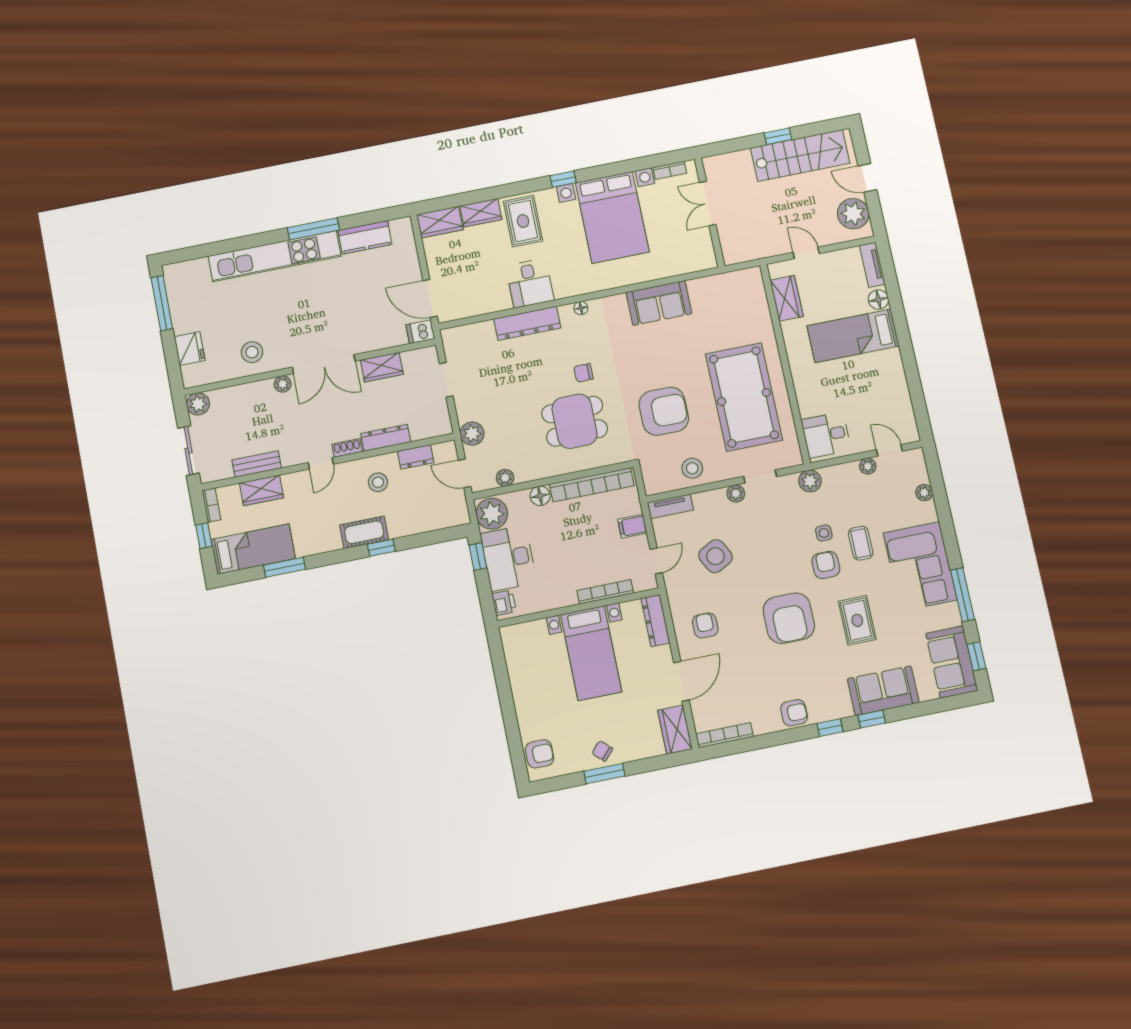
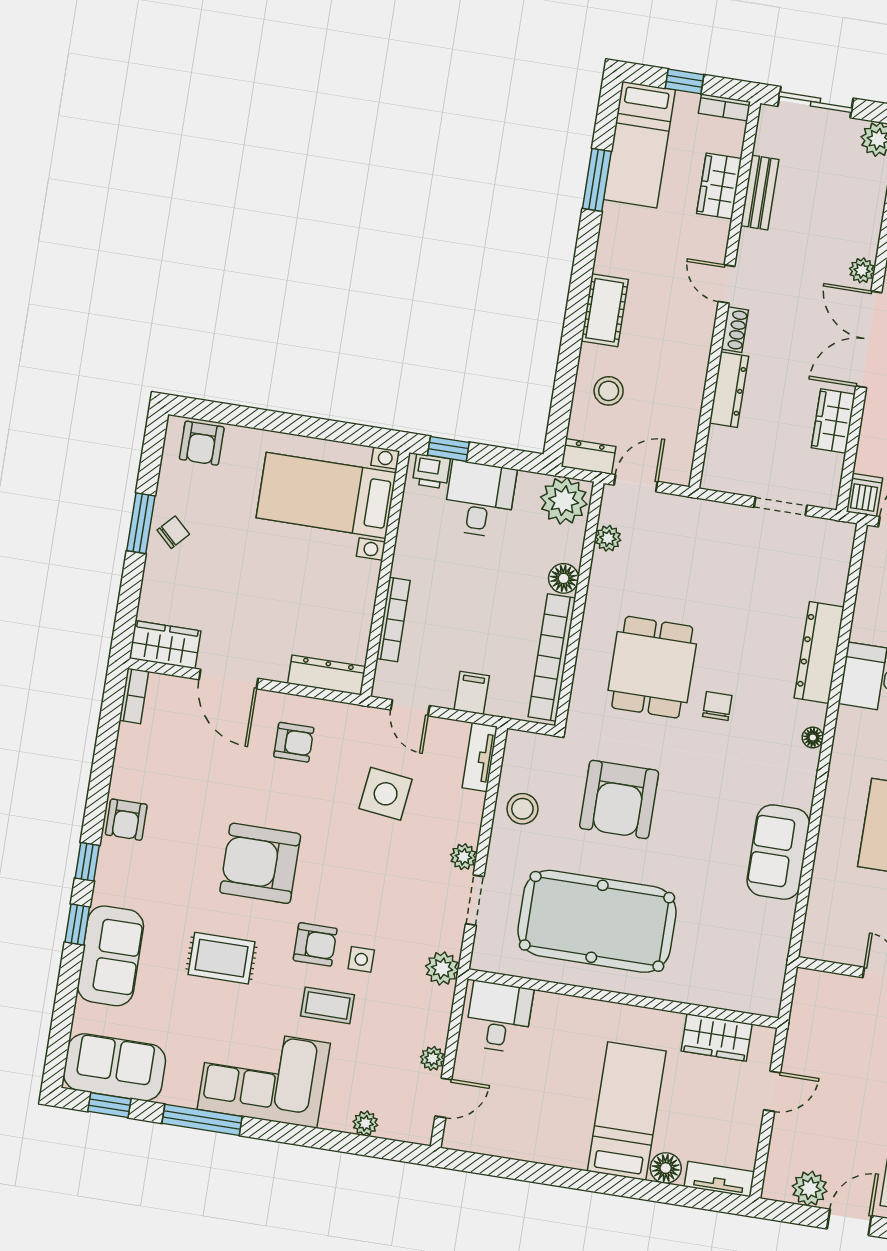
plant: (853, 214) -> (810, 1189), width x0.73, depth x0.73
plant: (472, 434) -> (689, 515), removed
dresser: (416, 457) -> (588, 457), moved, turned 90
stool: (378, 482) -> (609, 391), moved
window: (381, 548) -> (574, 327), removed
window: (478, 556) -> (448, 449), moved
side table: (715, 556) -> (386, 794), turned 35
desk: (509, 558) -> (480, 499), width x0.73
bed with nightstands: (591, 653) -> (326, 495), moved
bookcase: (724, 735) -> (134, 696), width x0.64

